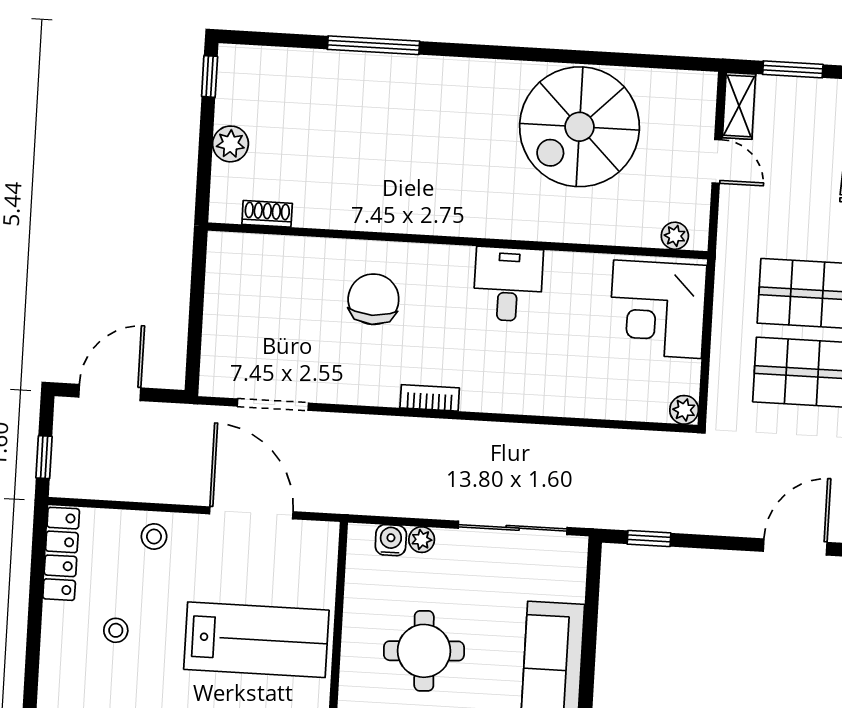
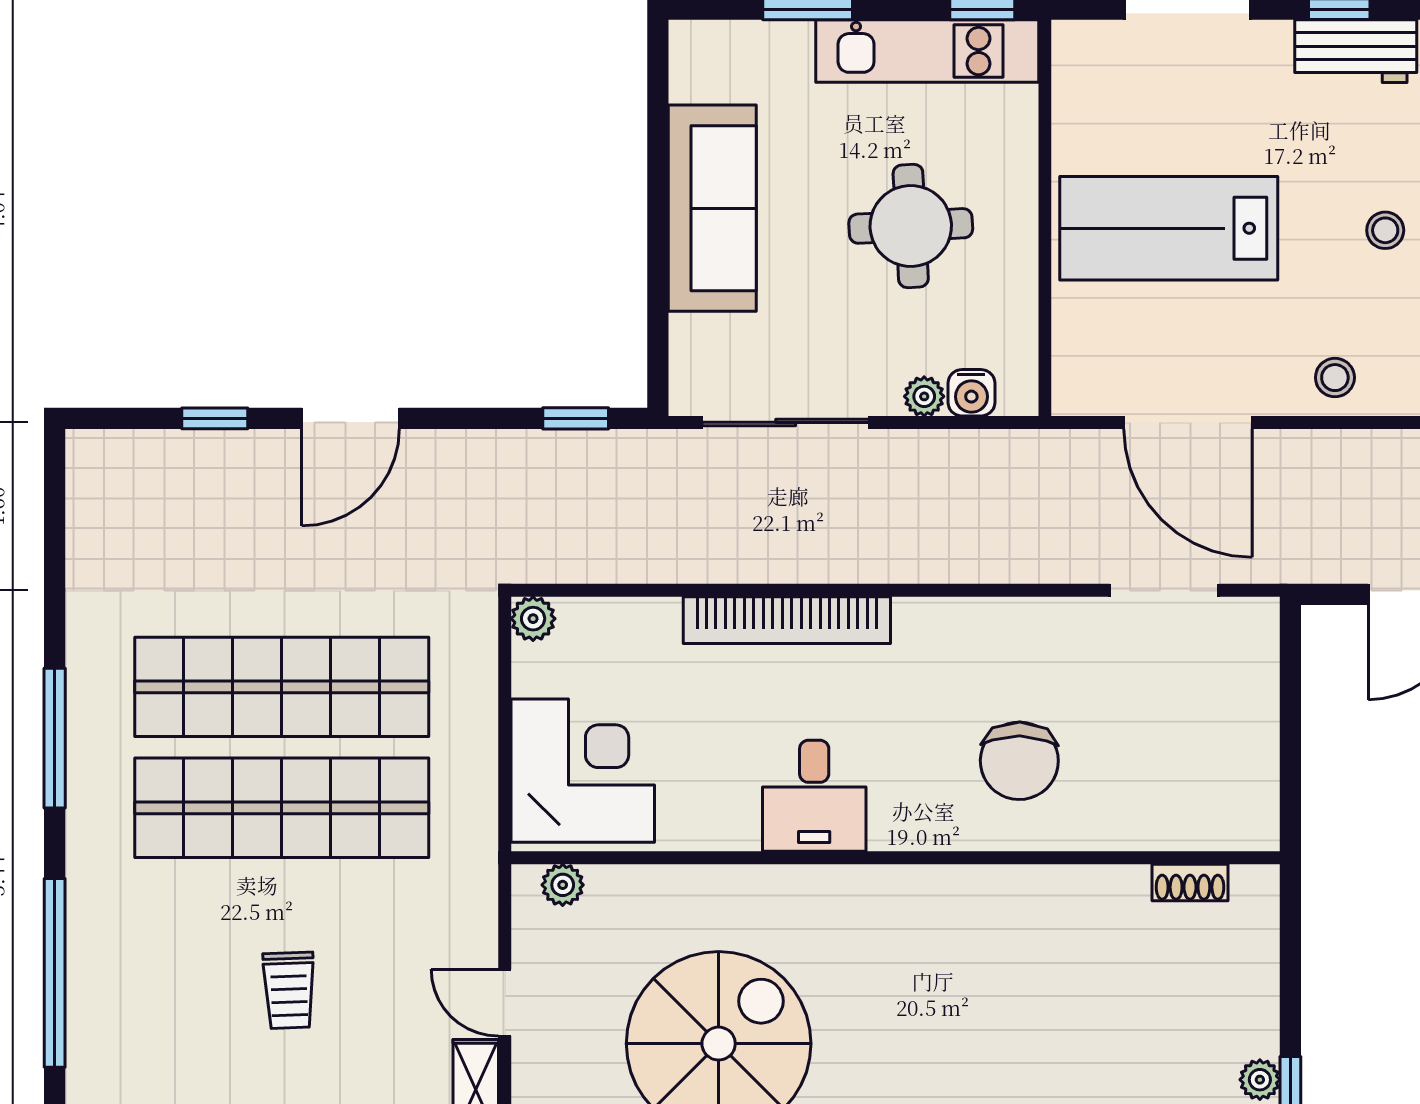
plant: (230, 144) -> (1260, 1080), moved, width x0.73, depth x0.73
bookcase: (430, 398) -> (787, 620), moved, width x2.31, depth x1.31

